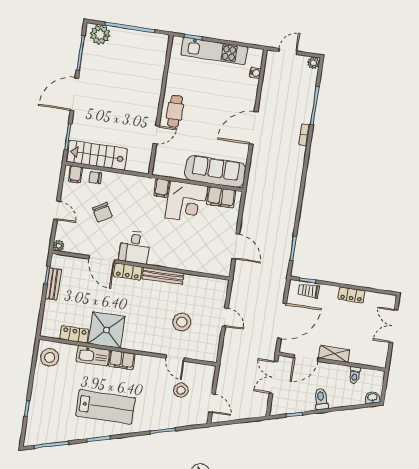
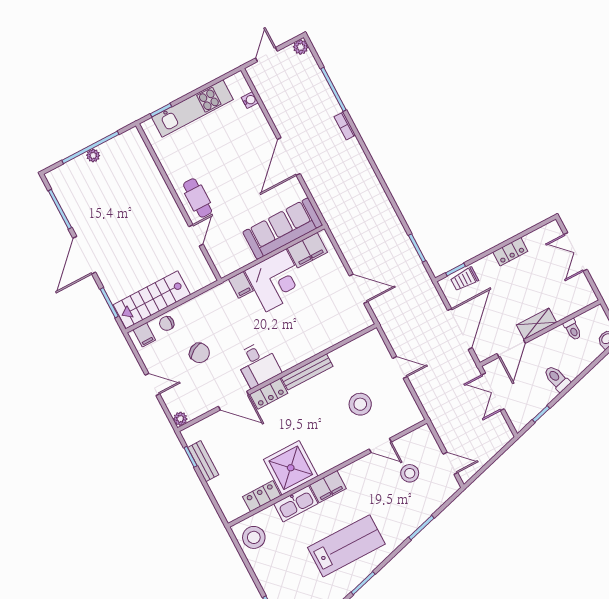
plant: (100, 35) -> (93, 155), moved, width x0.53, depth x0.53

